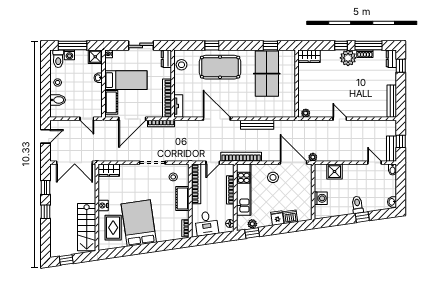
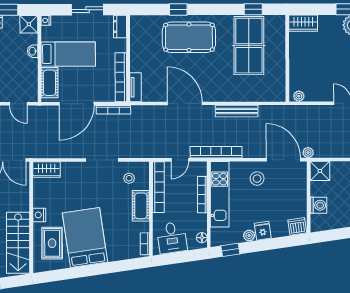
stool: (182, 65) -> (140, 34), removed
shower: (334, 172) -> (320, 171), moved
dishwasher: (290, 217) -> (297, 226), moved
plant: (252, 224) -> (249, 236), moved

